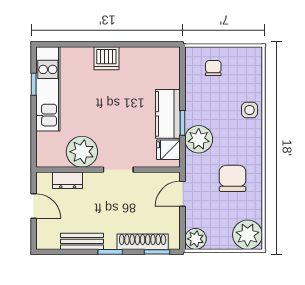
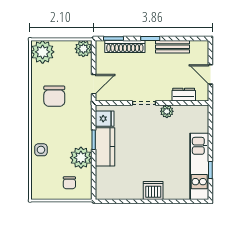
plant: (199, 139) -> (81, 158), moved
plant: (82, 152) -> (167, 111), width x0.53, depth x0.53

